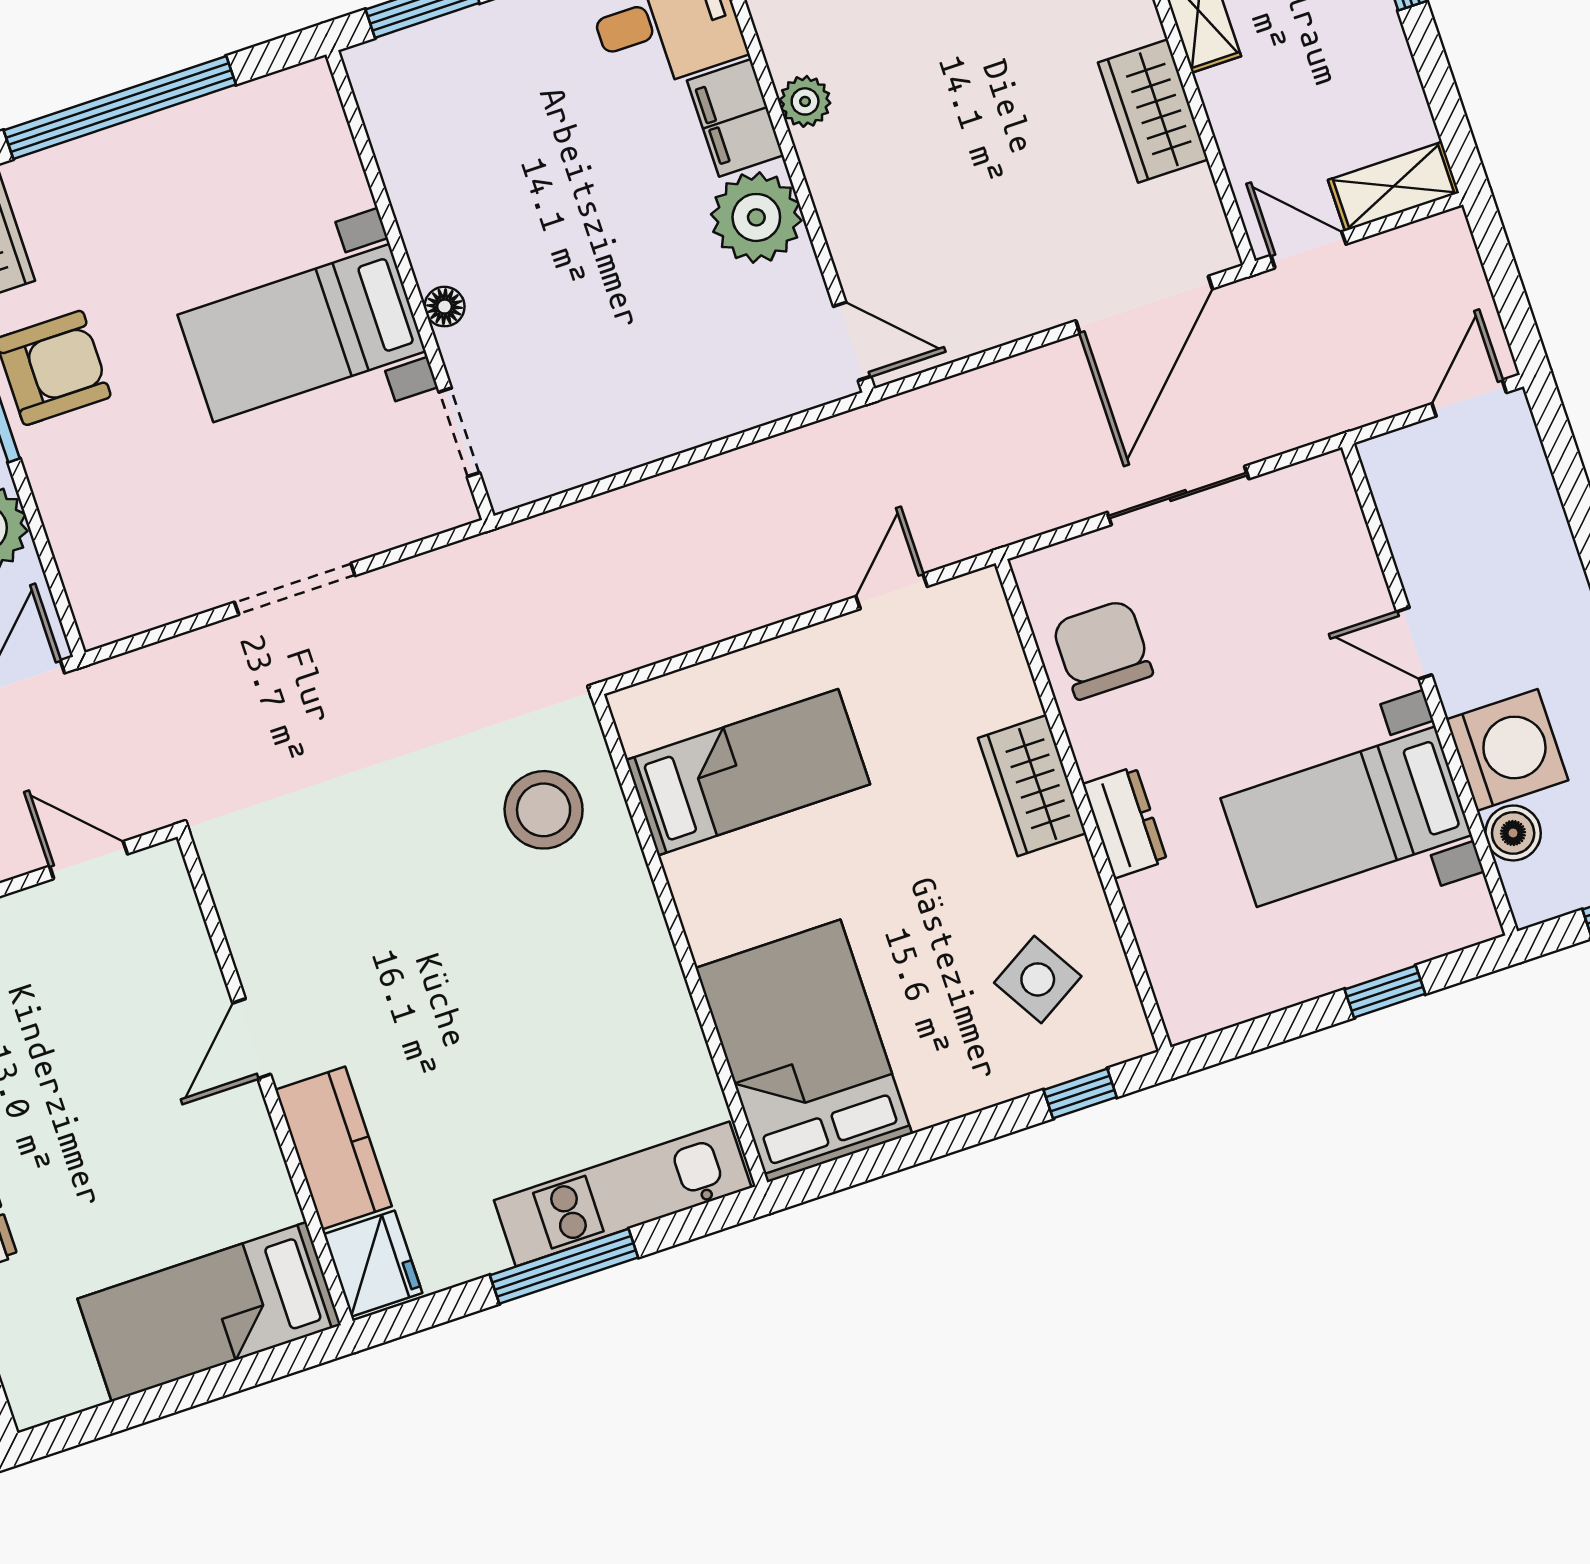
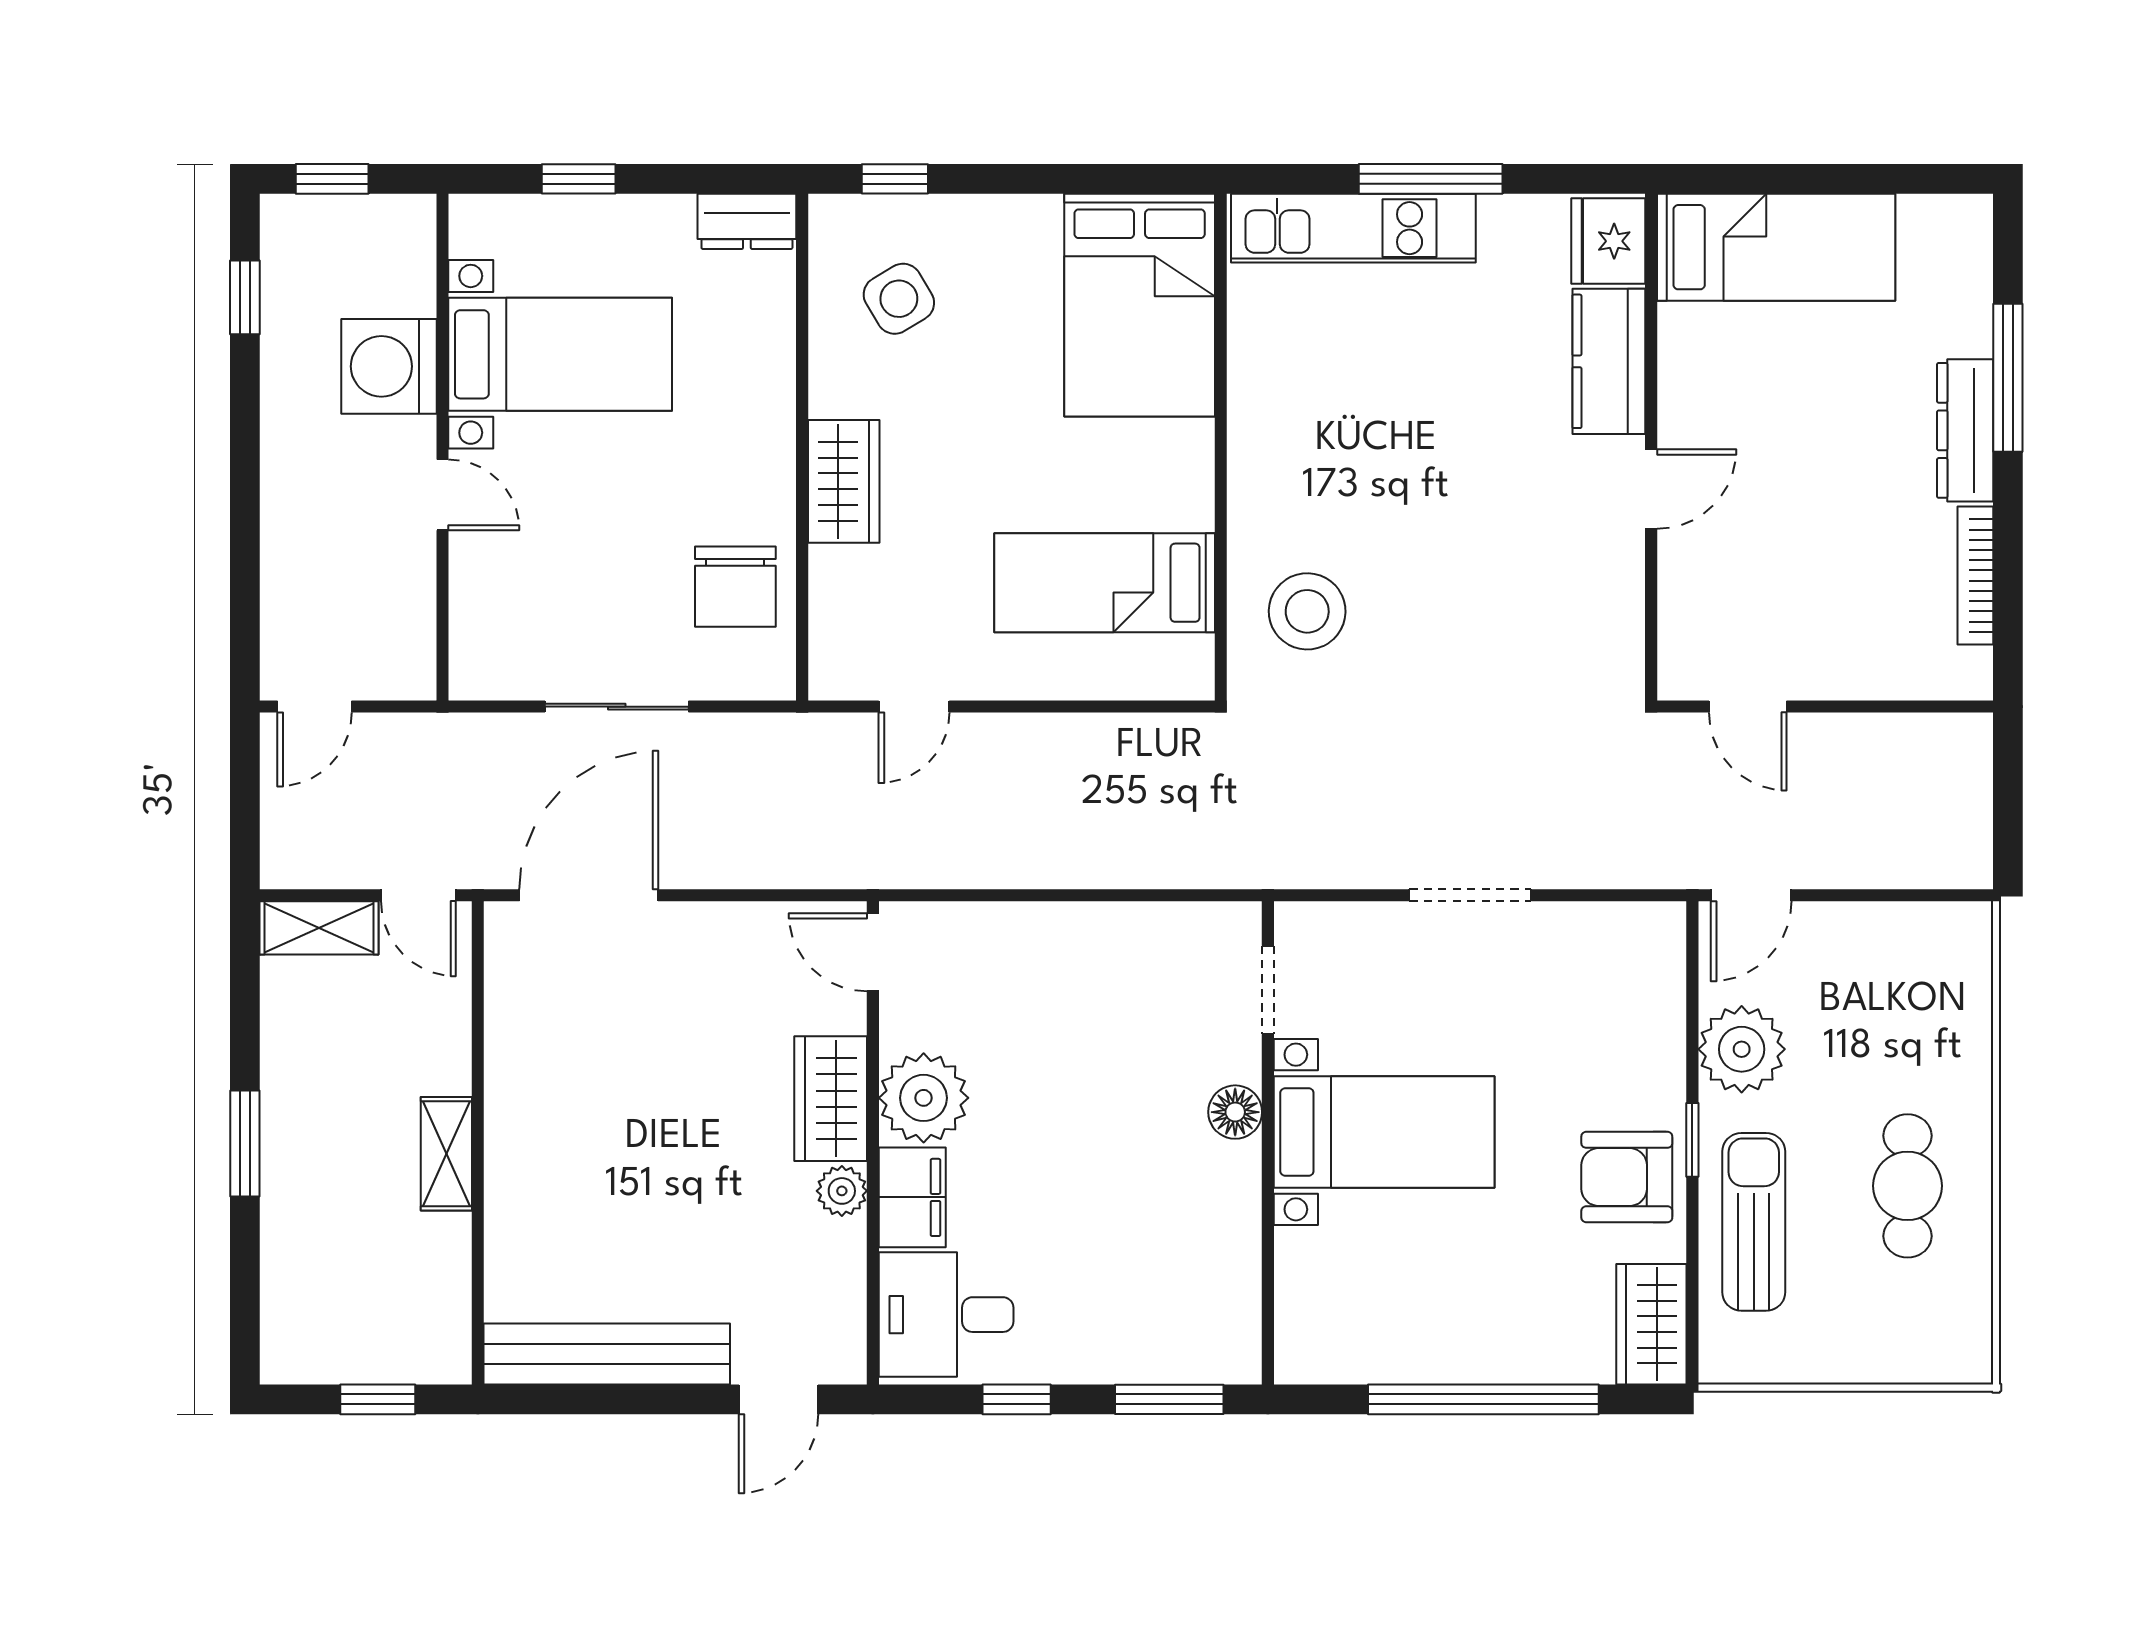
wardrobe: (1153, 111) -> (831, 1099), moved, turned 180
floor lamp: (445, 307) -> (1235, 1112), width x1.37, depth x1.37
dresser: (1125, 822) -> (747, 221), moved, turned -90
boiler: (1513, 833) -> (409, 287), removed

